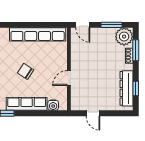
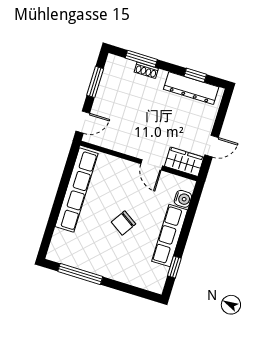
plant: (124, 37) -> (117, 69), removed
wardrobe: (77, 99) -> (184, 162), added

